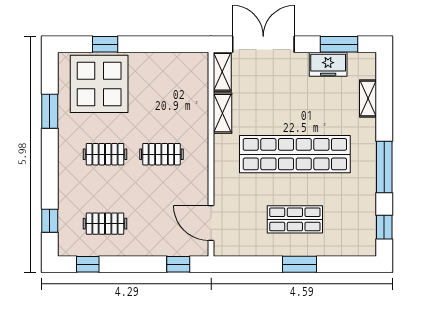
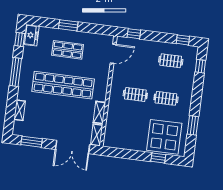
freezer: (328, 64) -> (31, 35), moved, turned 90
door: (211, 223) -> (113, 54), hinge flipped

